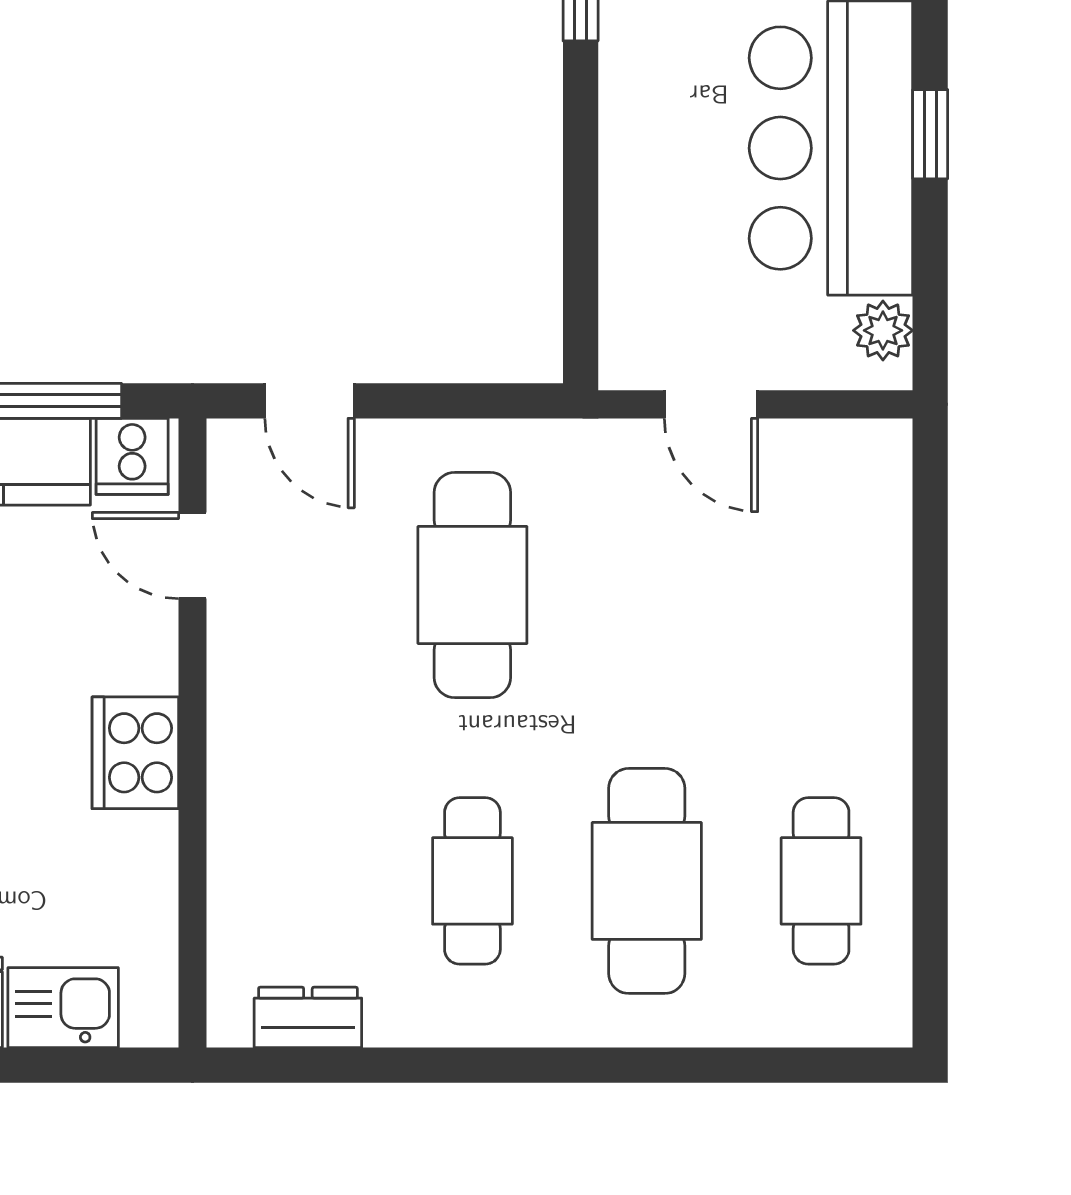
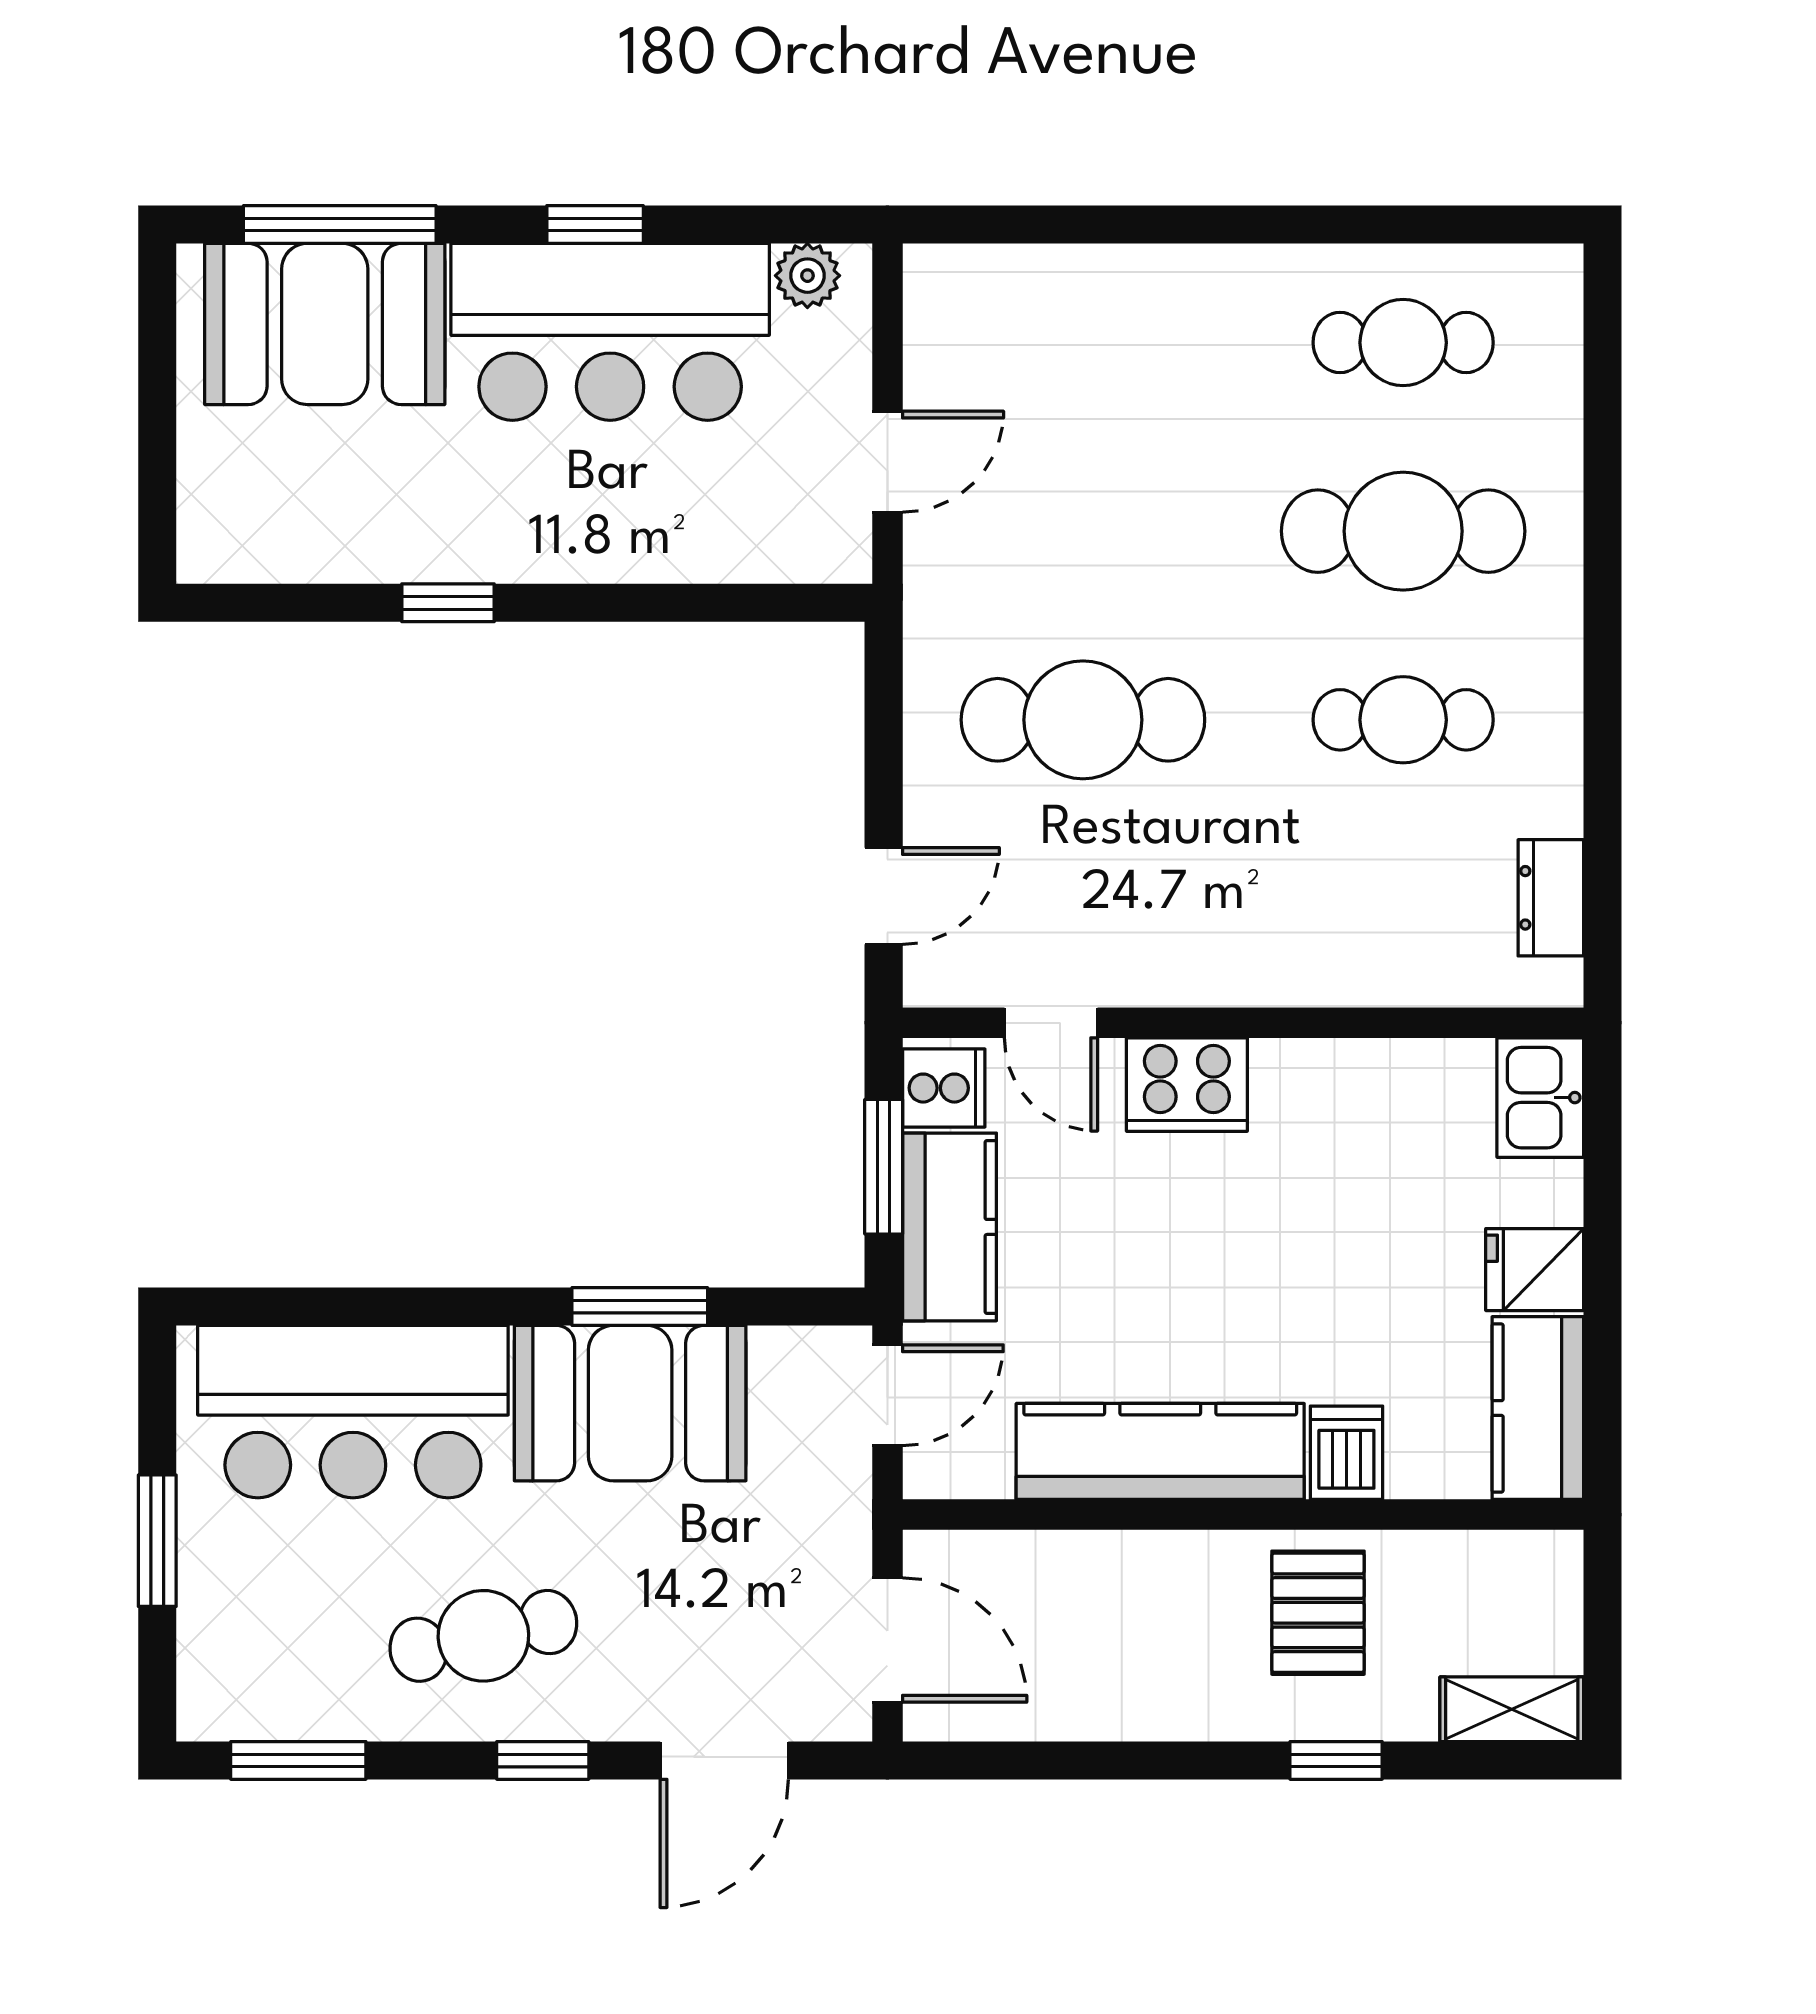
door: (192, 555) -> (1051, 1023), hinge flipped
cooker: (135, 753) -> (1187, 1085), moved
kitchen sink: (63, 1008) -> (1540, 1098), moved

